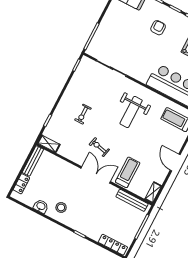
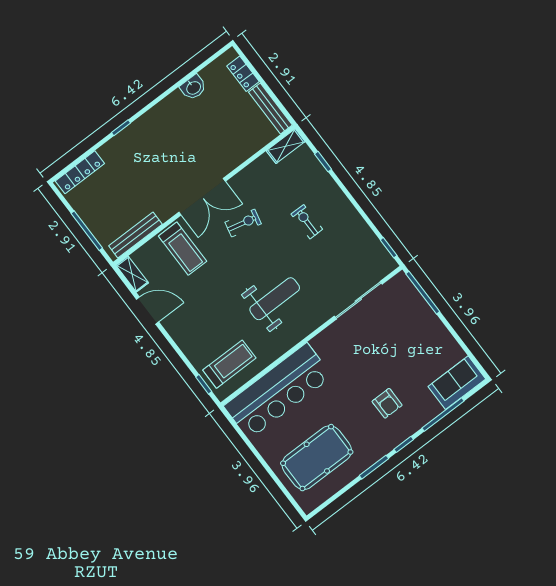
weight bench: (131, 112) -> (275, 299), turned 90
door: (175, 162) -> (148, 311), moved
stool: (61, 207) -> (177, 118), removed

